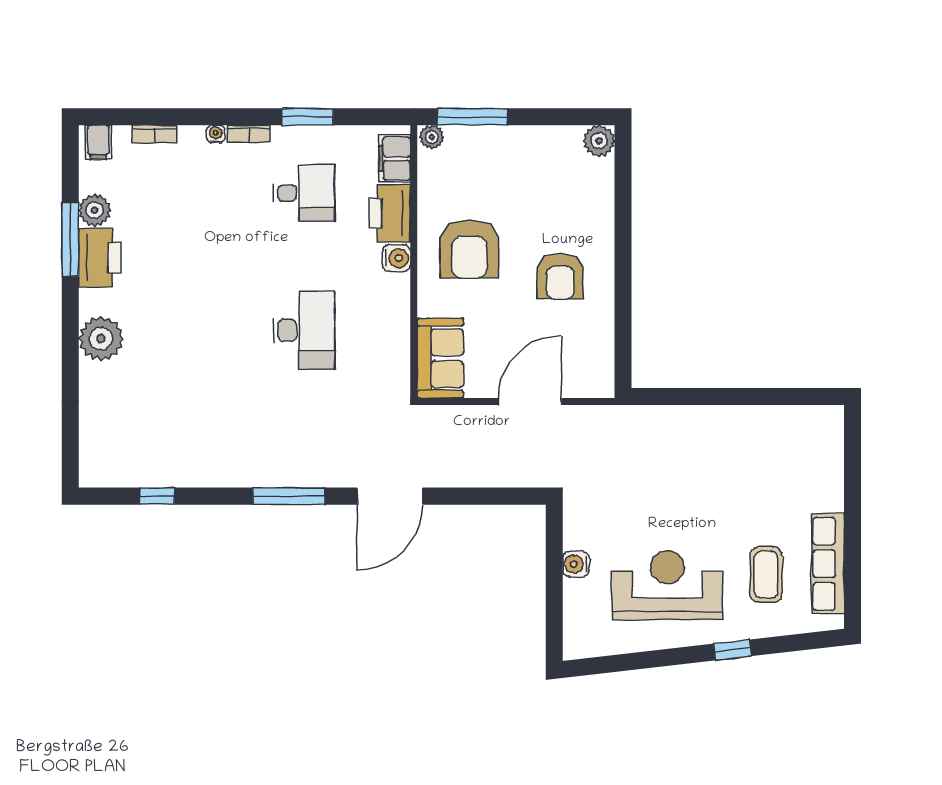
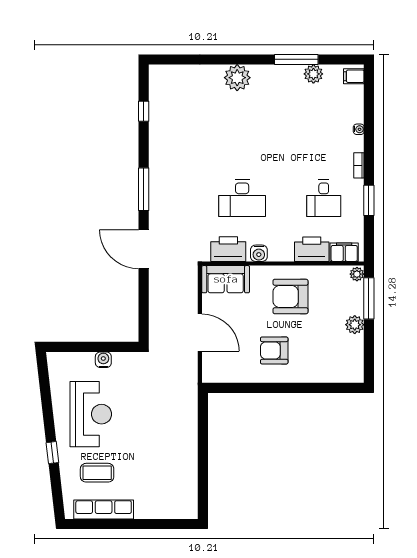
bookcase: (154, 134) -> (359, 109), removed
water cooler: (216, 134) -> (359, 129), moved
plant: (599, 141) -> (355, 325), moved
printer: (100, 258) -> (228, 249), moved, turned 180
water cooler: (397, 258) -> (259, 253), moved

